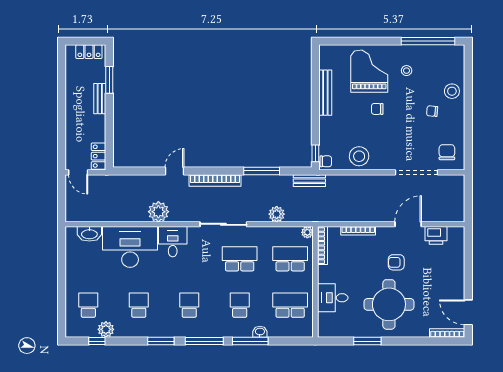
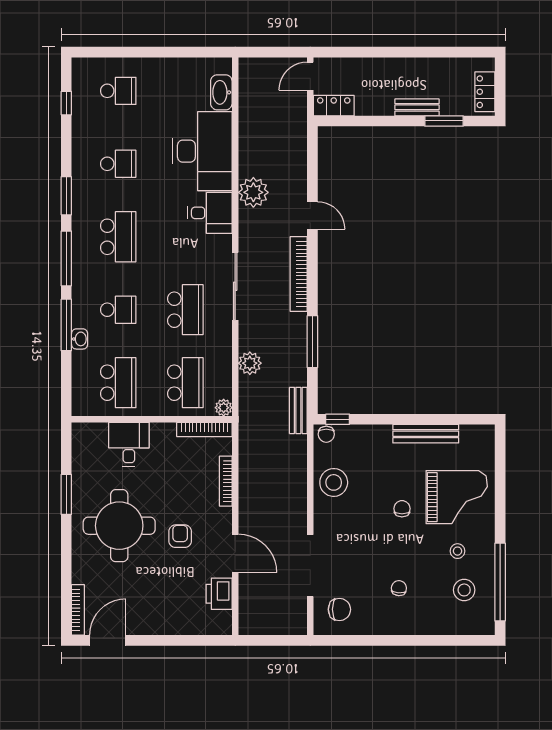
stool: (452, 91) -> (464, 590), moved
school desk: (189, 305) -> (118, 237), width x1.85
plant: (106, 329) -> (83, 116), removed

